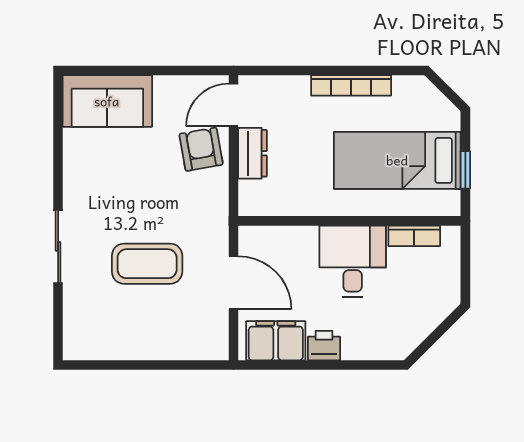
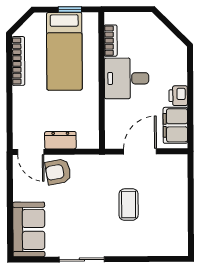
bookcase: (351, 85) -> (18, 61), moved
sliding door: (58, 246) -> (82, 259), moved
coffee table: (147, 264) -> (129, 205), width x0.73, depth x0.77

